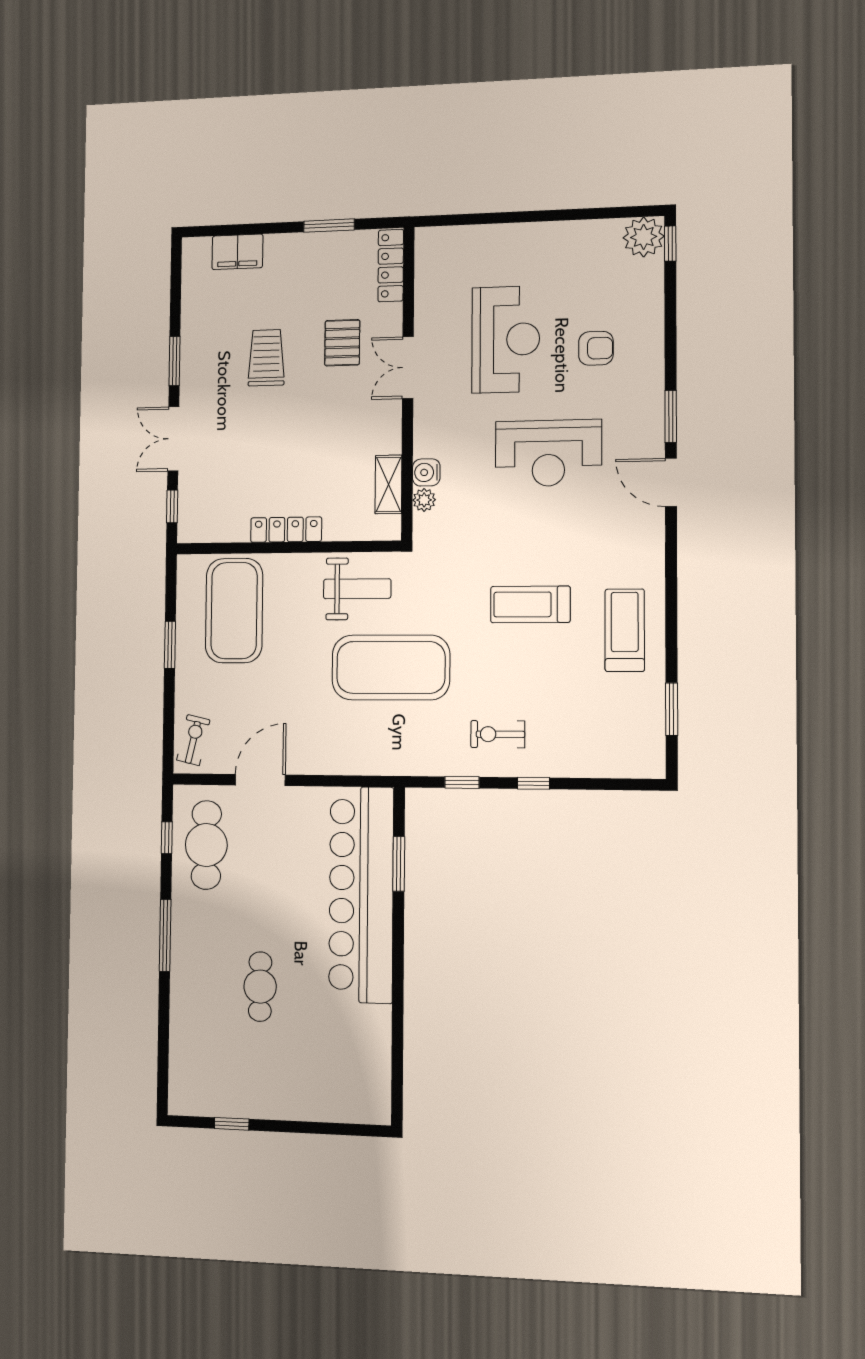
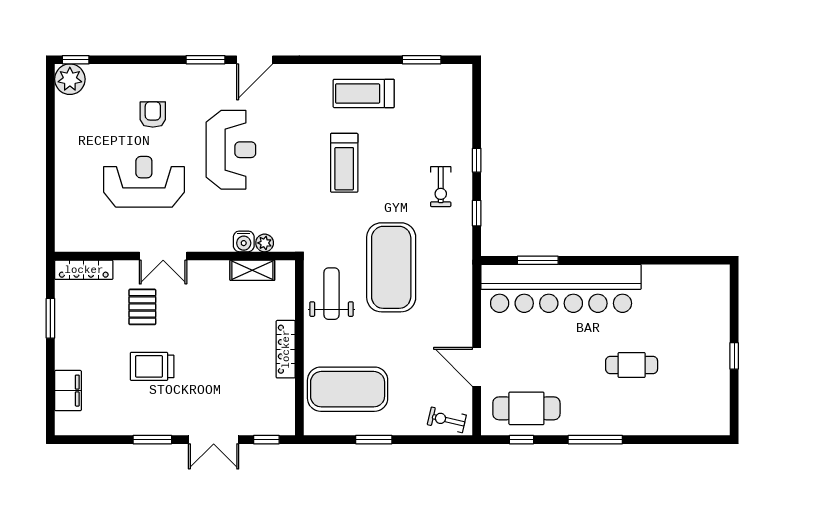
pallet: (342, 343) -> (142, 307), turned 90
window: (232, 1124) -> (734, 356), moved

